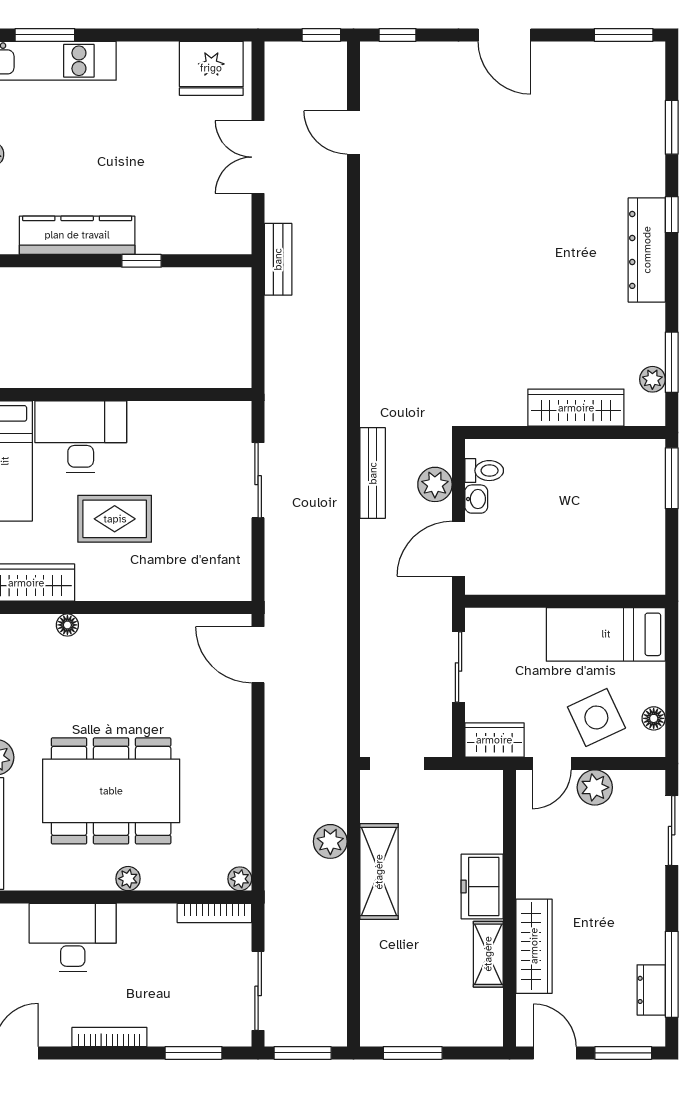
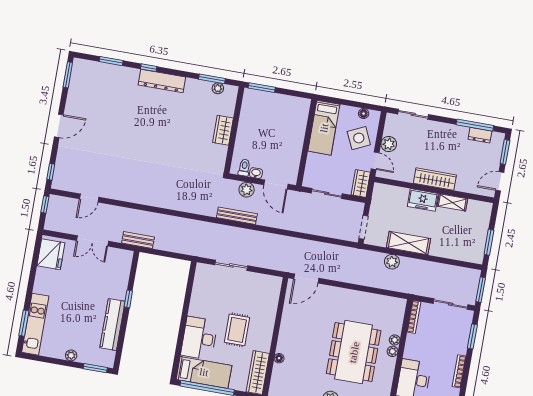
wardrobe: (576, 408) -> (223, 130), width x0.67
plant: (240, 879) -> (395, 340), moved
wardrobe: (534, 946) -> (435, 179), moved

